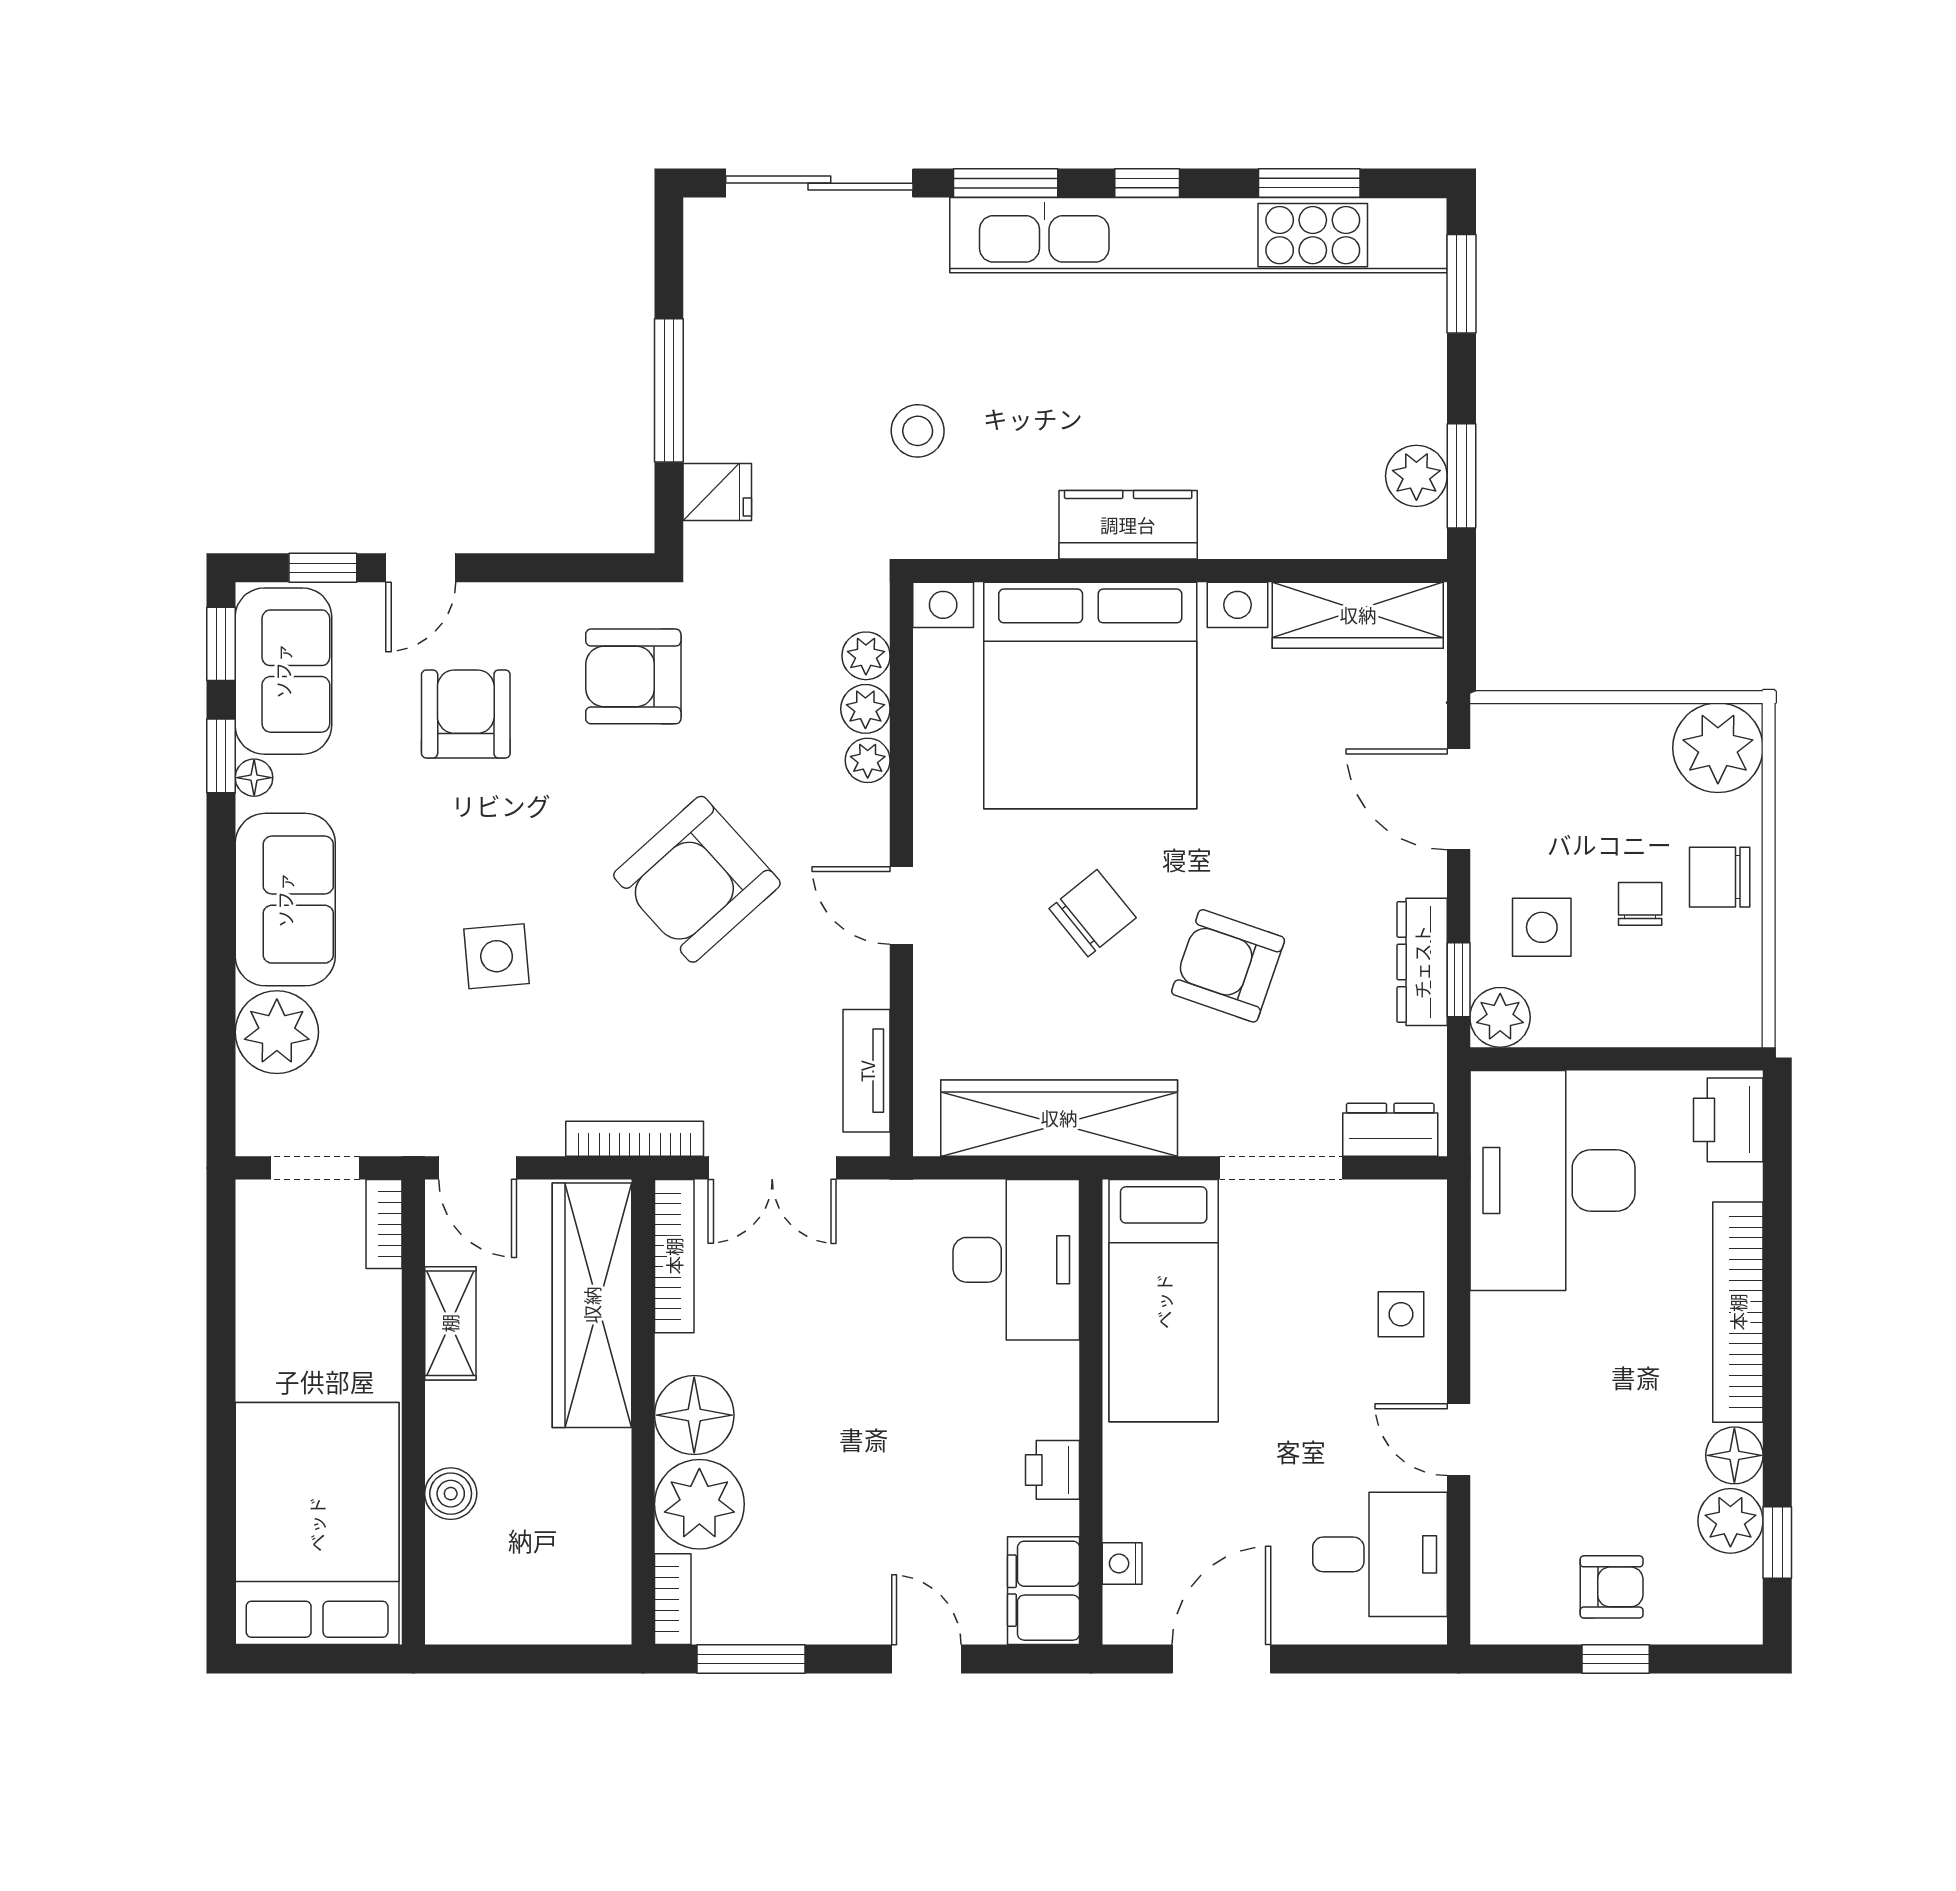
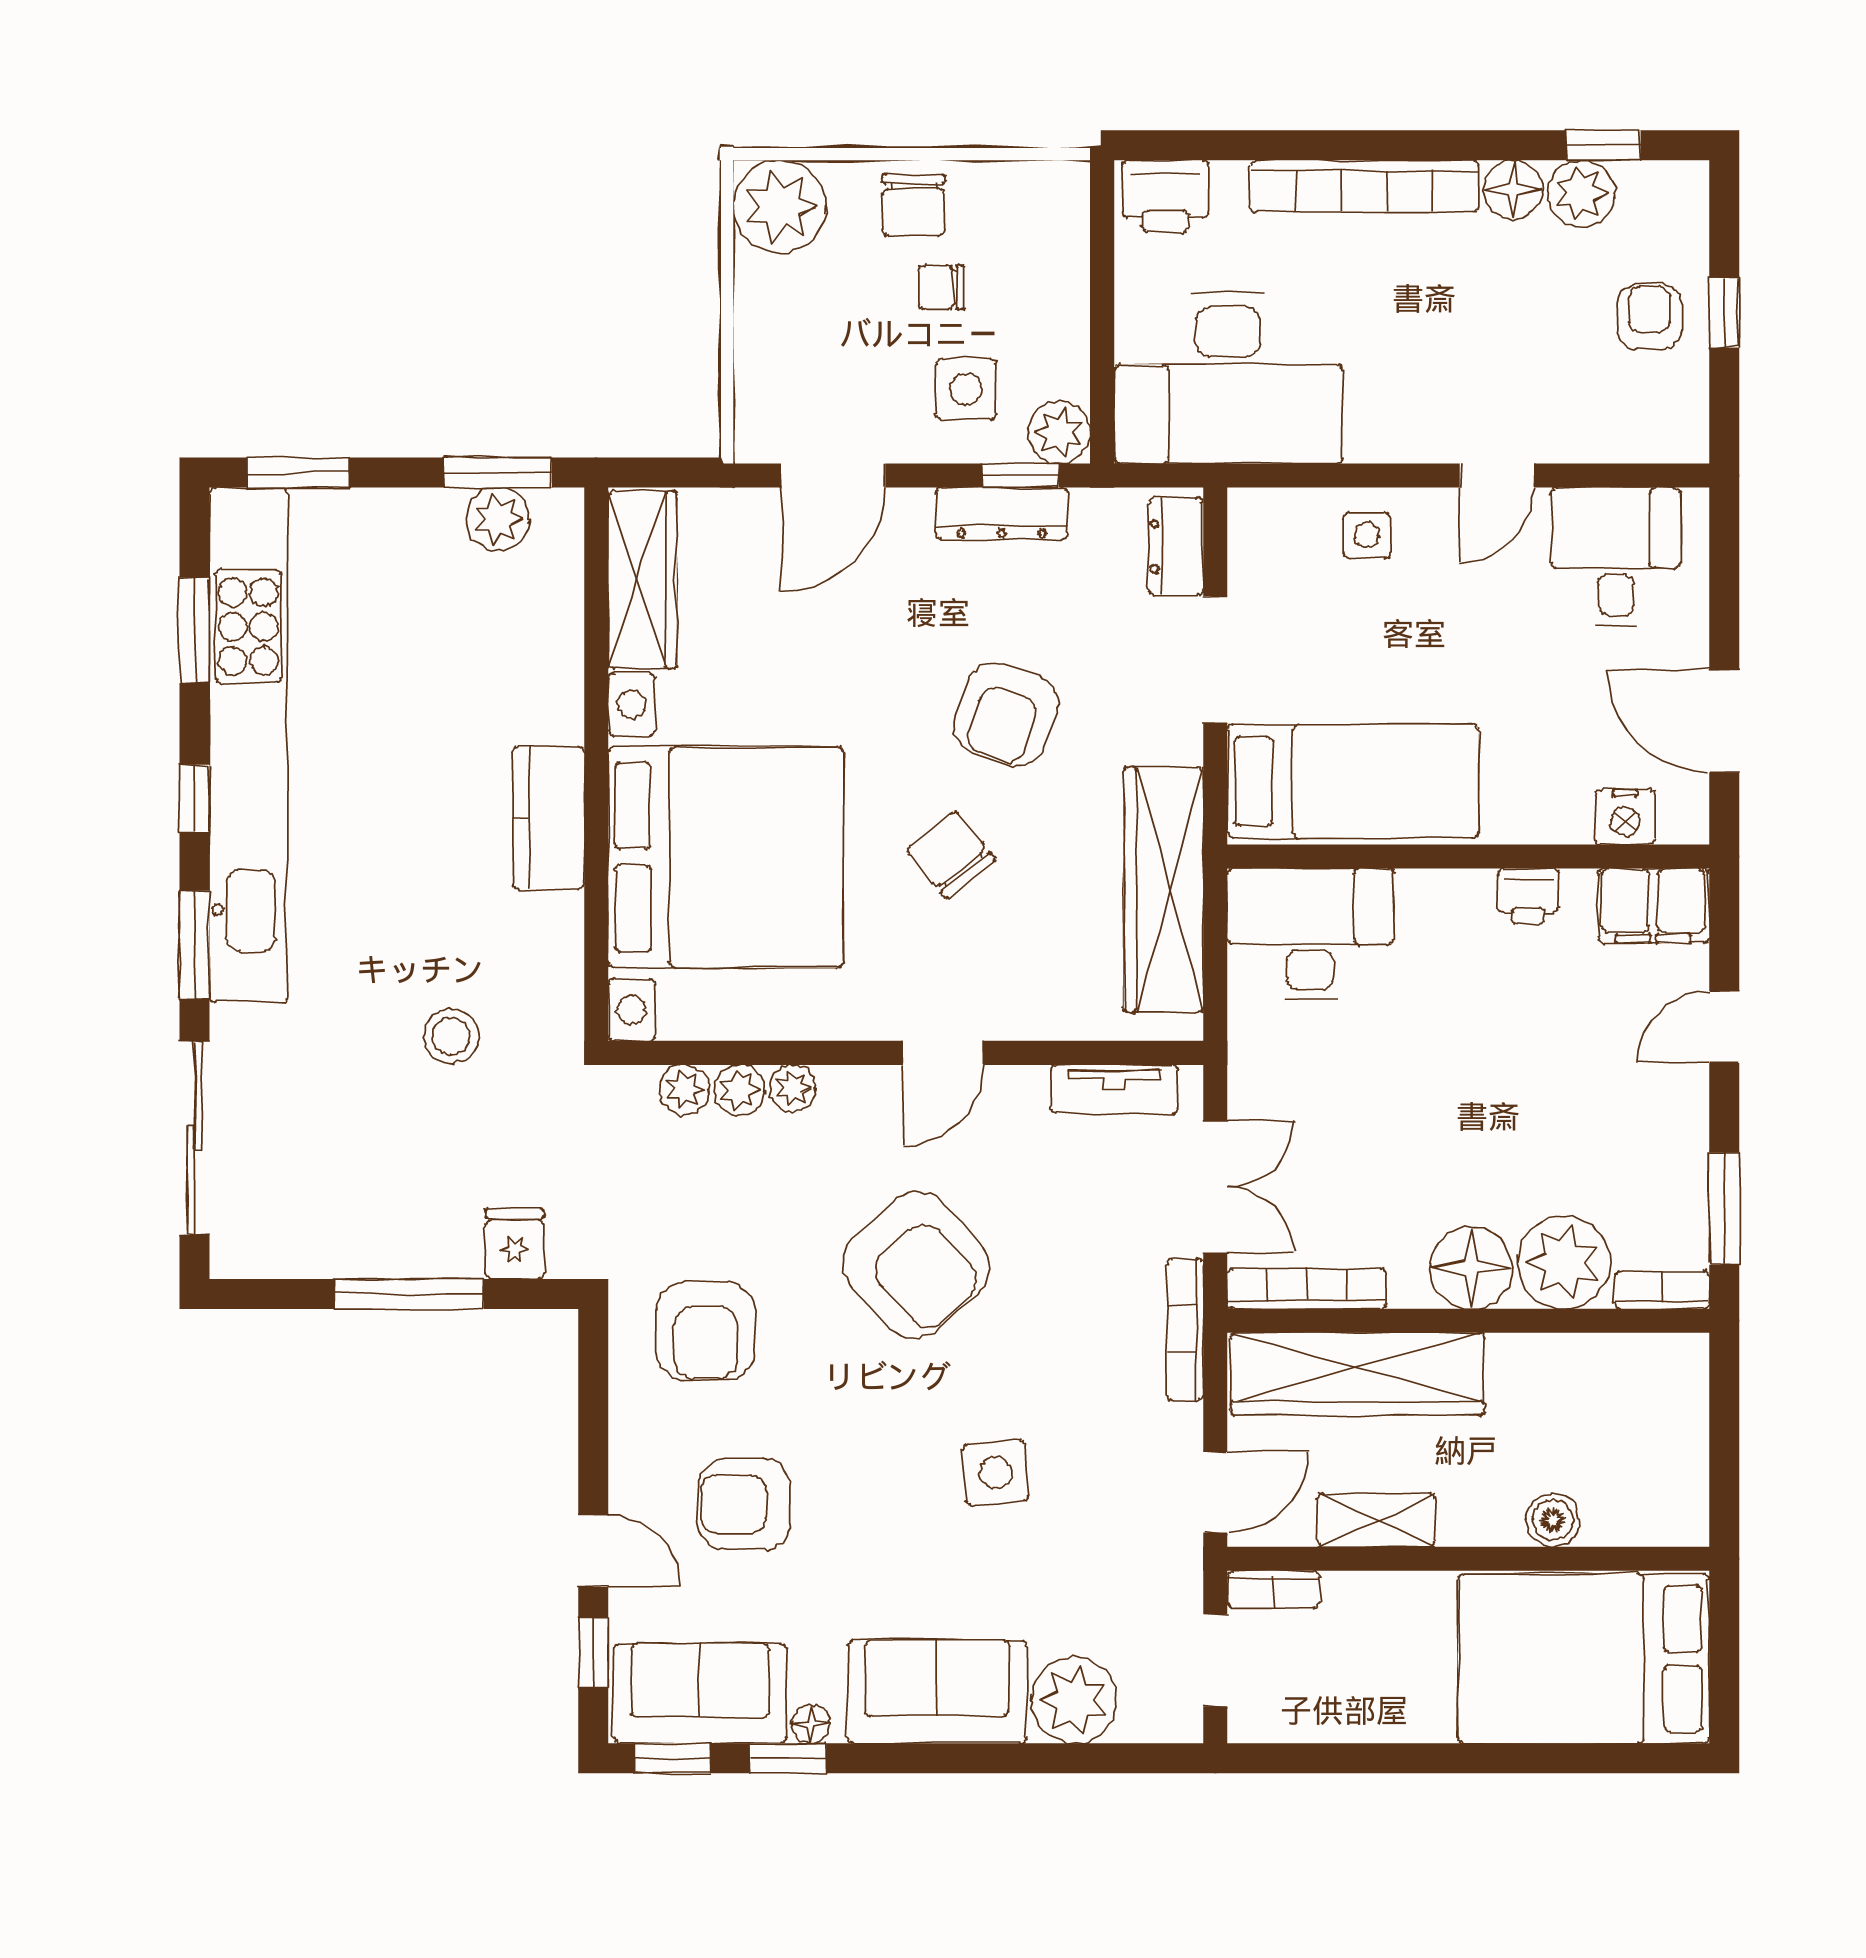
nightstand: (1122, 1563) -> (1625, 817), width x1.39, depth x1.35

